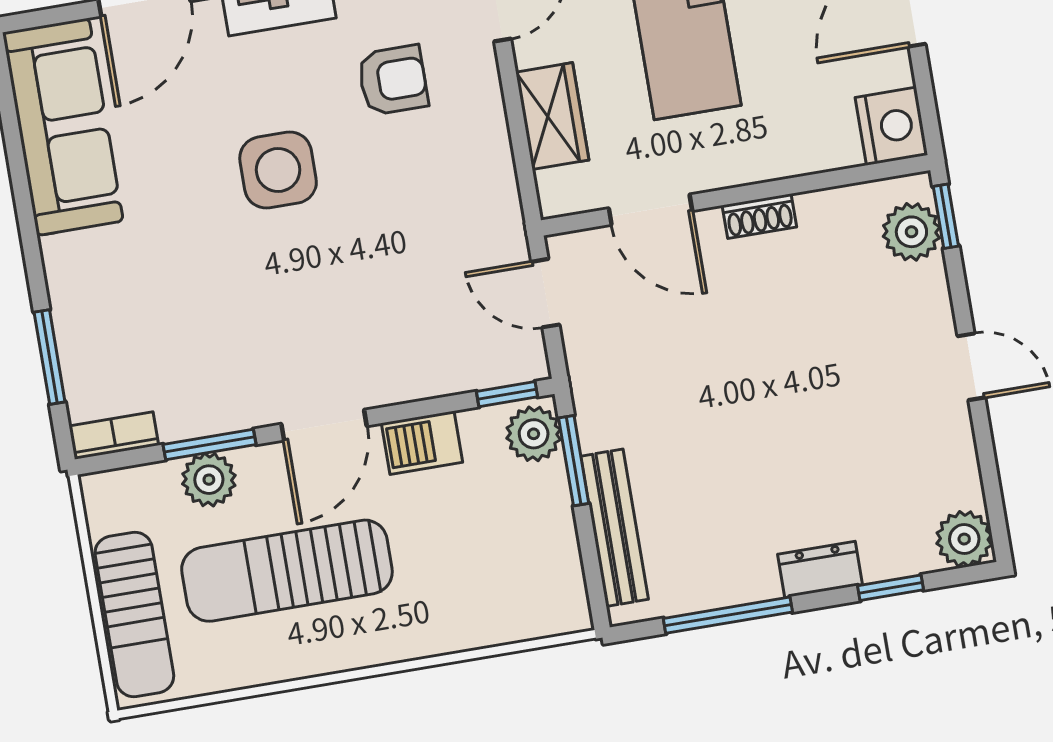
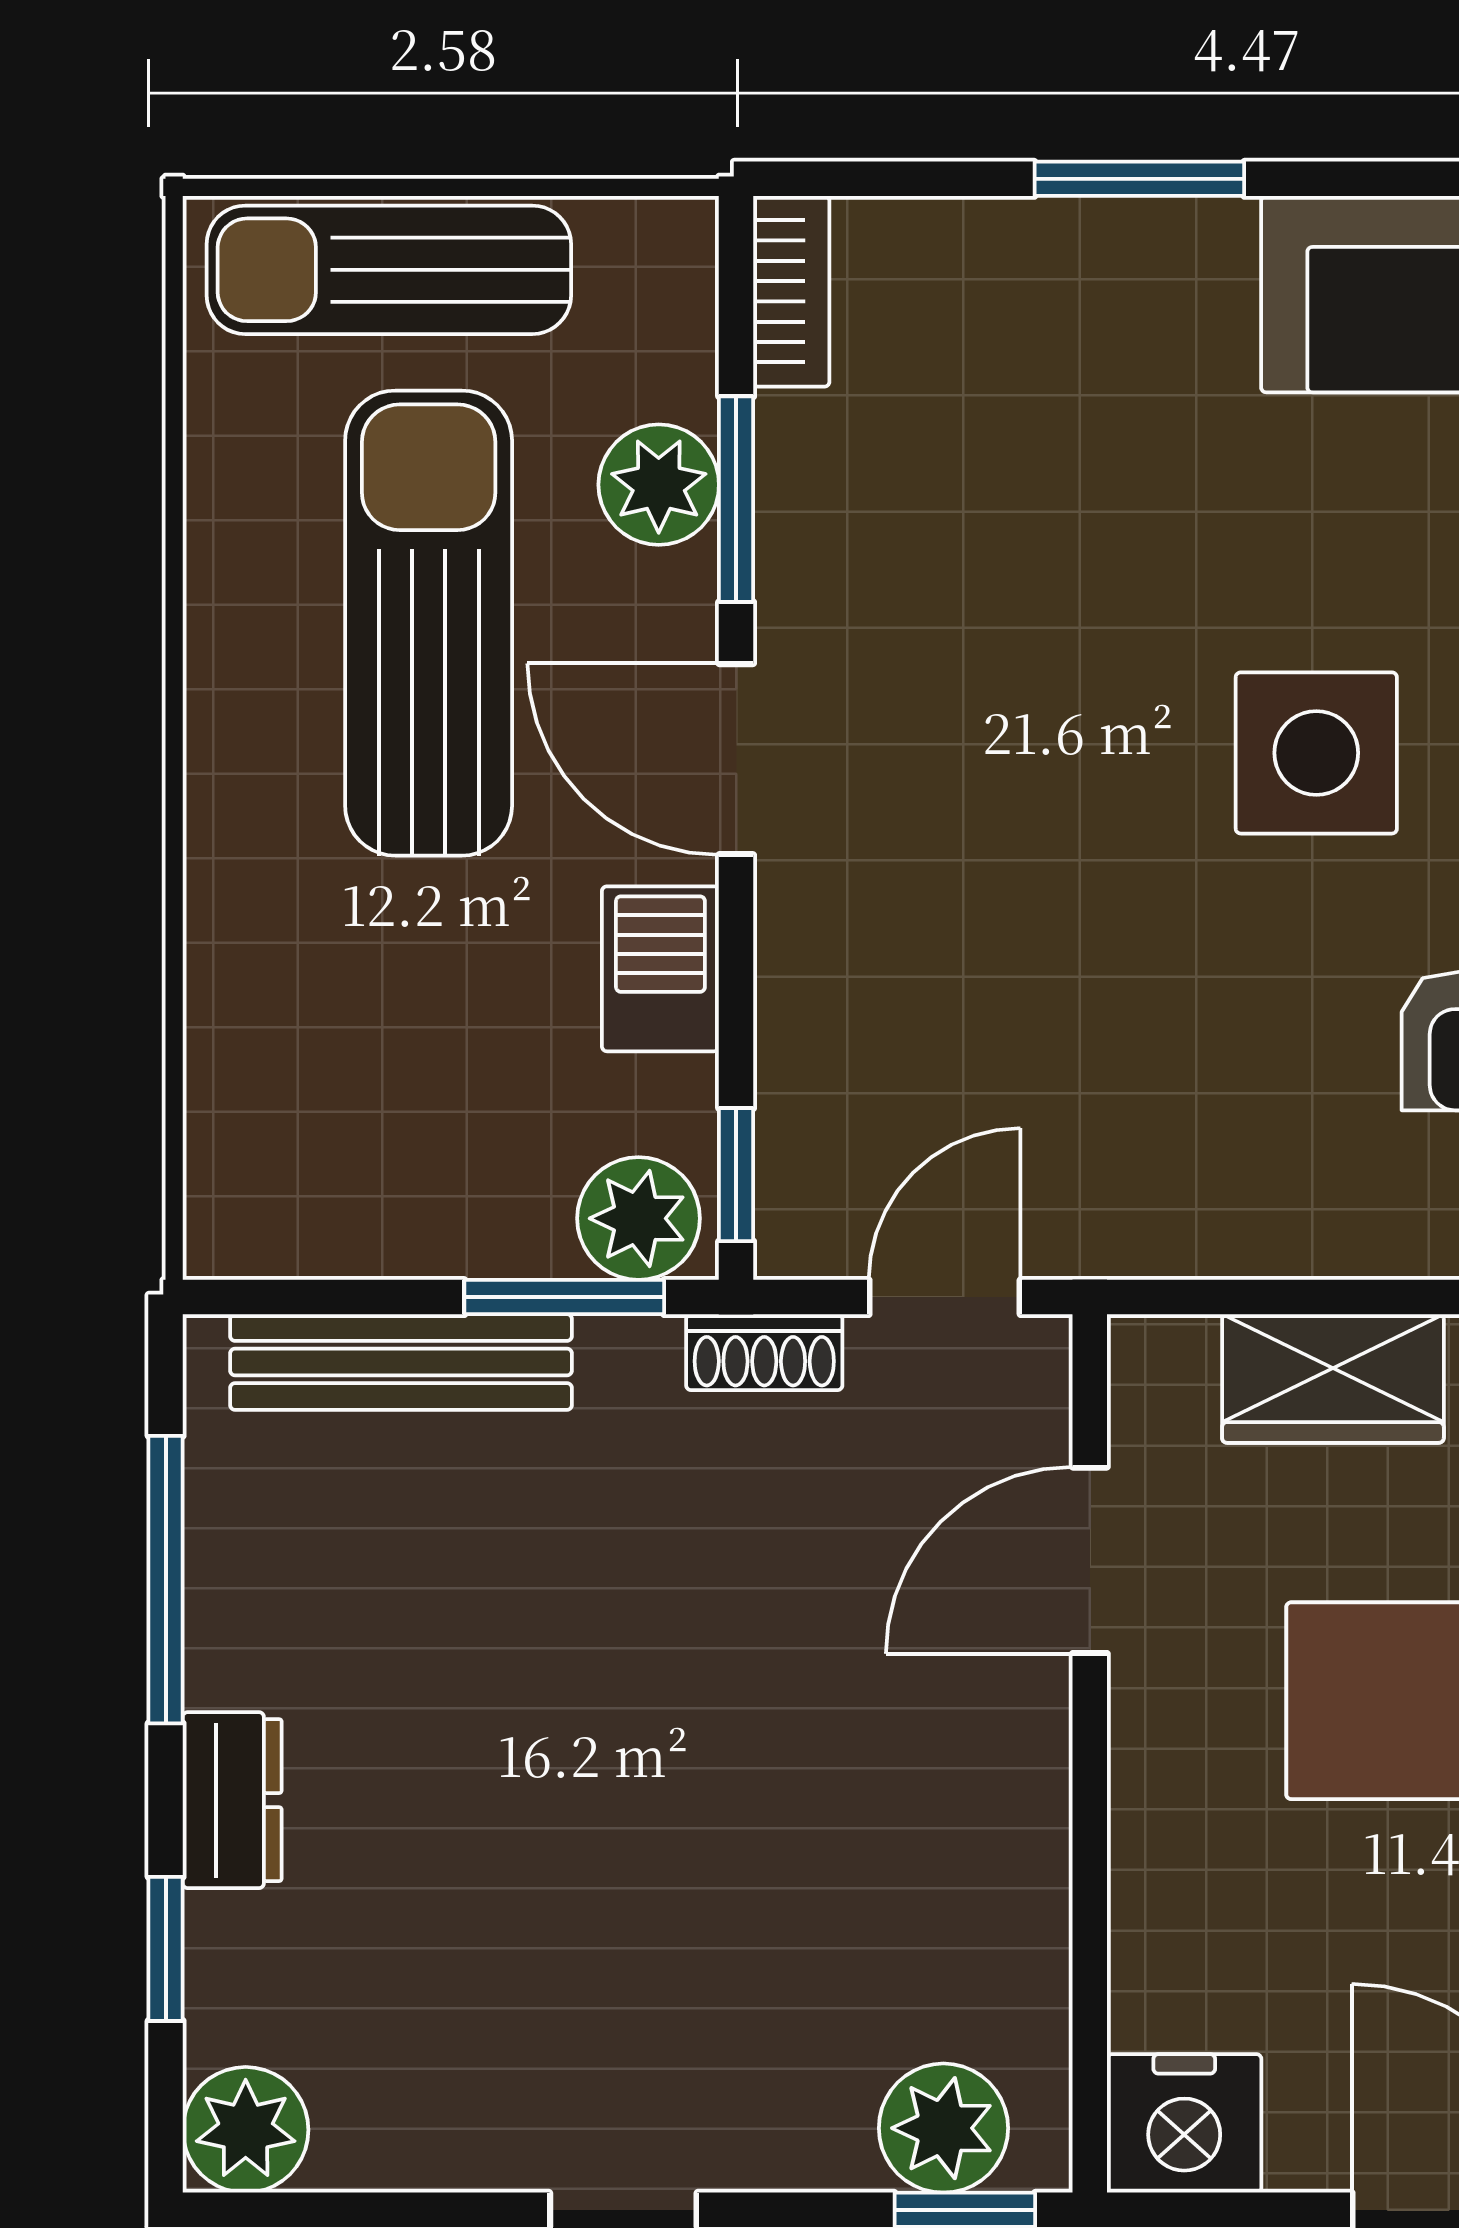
shoe rack: (759, 216) -> (764, 1352), moved, turned -90
window: (50, 357) -> (1139, 179), moved

